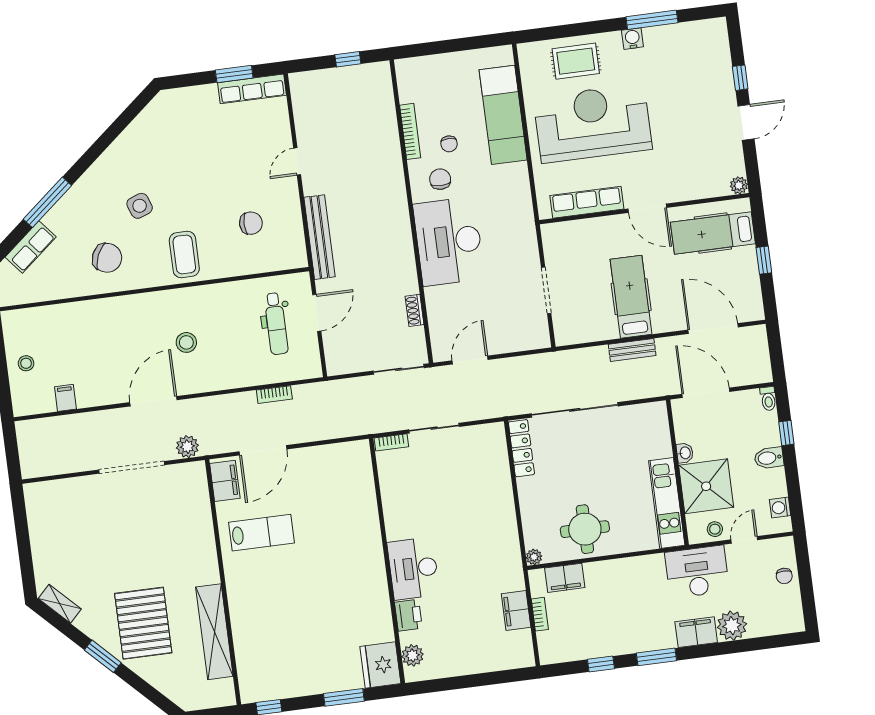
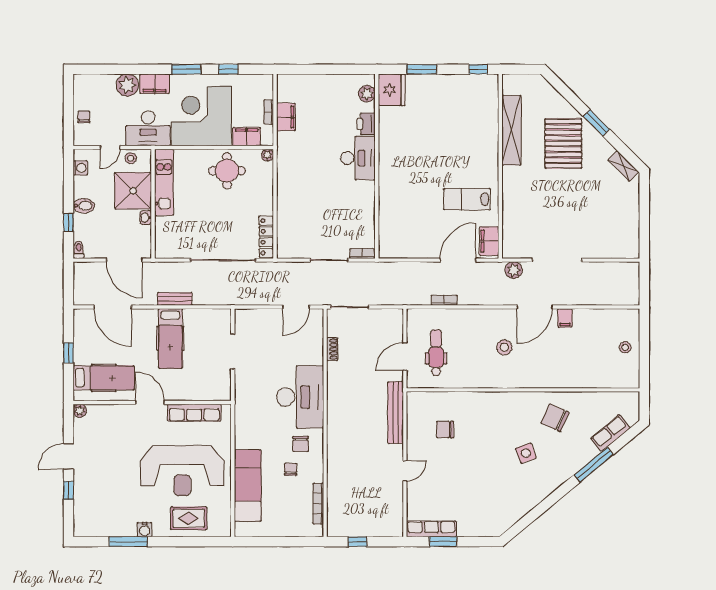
bookcase: (410, 131) -> (318, 504), moved
coffee table: (184, 254) -> (497, 413), removed
filing cabinet: (65, 398) -> (565, 318), moved
corner desk: (628, 597) -> (202, 116), added

